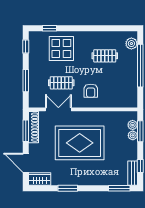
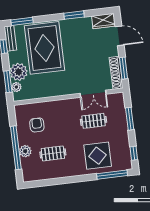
window: (49, 28) -> (112, 175), width x2.17
plant: (131, 44) -> (25, 151), moved
armchair: (91, 91) -> (37, 125), moved
plant: (133, 135) -> (19, 72), width x1.88, depth x1.88
rug: (80, 143) -> (44, 48), moved, turned 90

